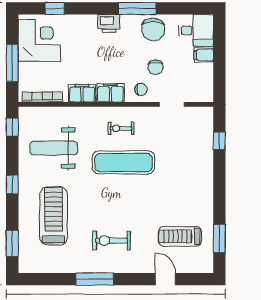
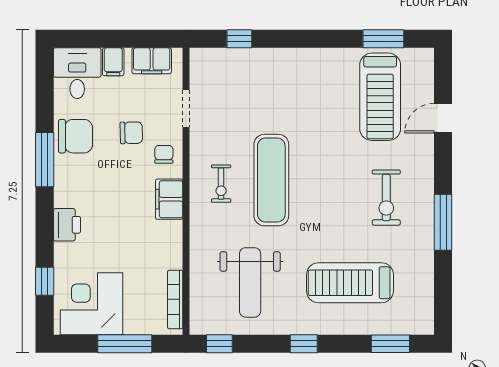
printer: (109, 24) -> (67, 225), moved
filing cabinet: (82, 93) -> (152, 61), moved, turned -90
treadmill: (180, 236) -> (380, 97), width x1.37, depth x1.38

